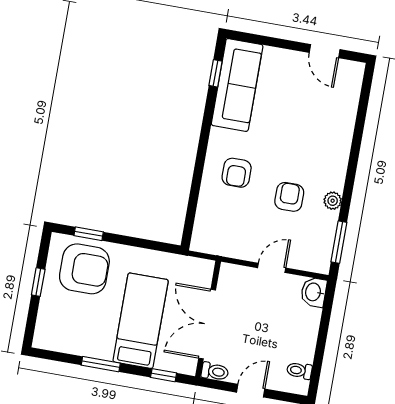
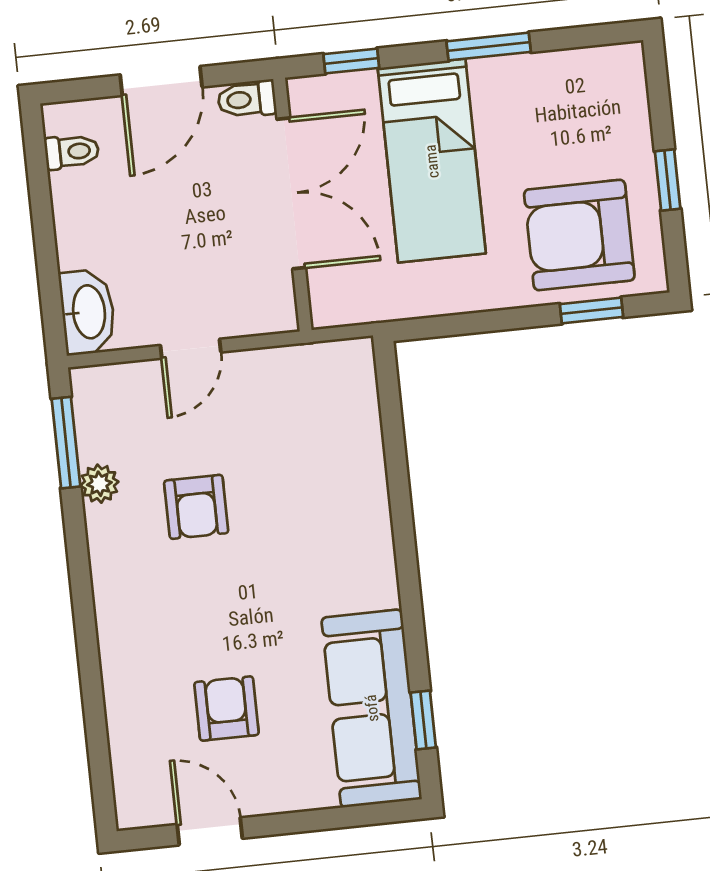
armchair: (237, 173) -> (226, 709), moved
plant: (333, 201) -> (99, 484), moved
washbasin: (314, 292) -> (87, 312), width x1.38
door: (251, 391) -> (161, 81), width x1.37

